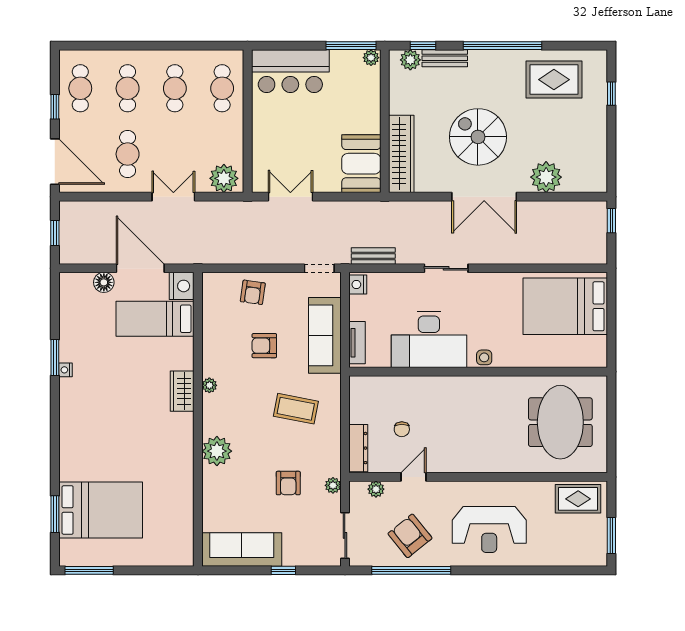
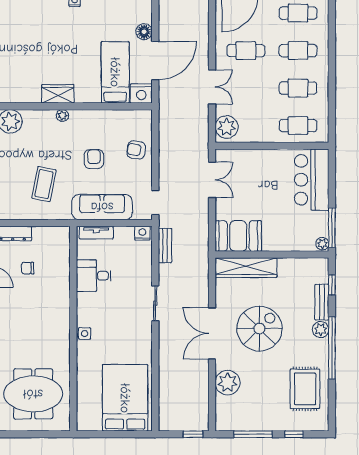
plant: (410, 60) -> (321, 330), moved
window: (611, 145) -> (253, 434), added
desk: (429, 339) -> (94, 276), width x0.53, depth x0.77

